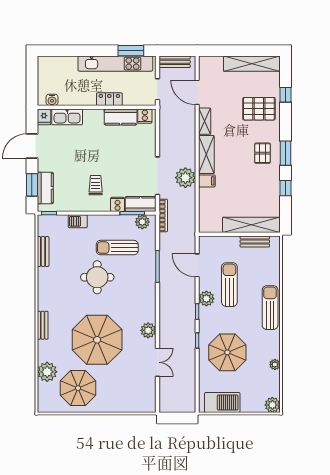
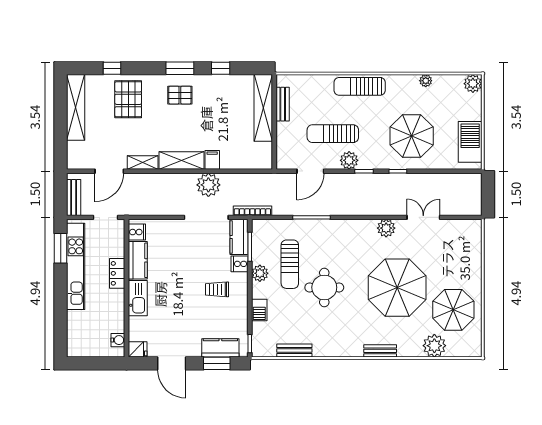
kitchen sink: (67, 117) -> (138, 298), moved
plant: (142, 222) -> (260, 273), moved

